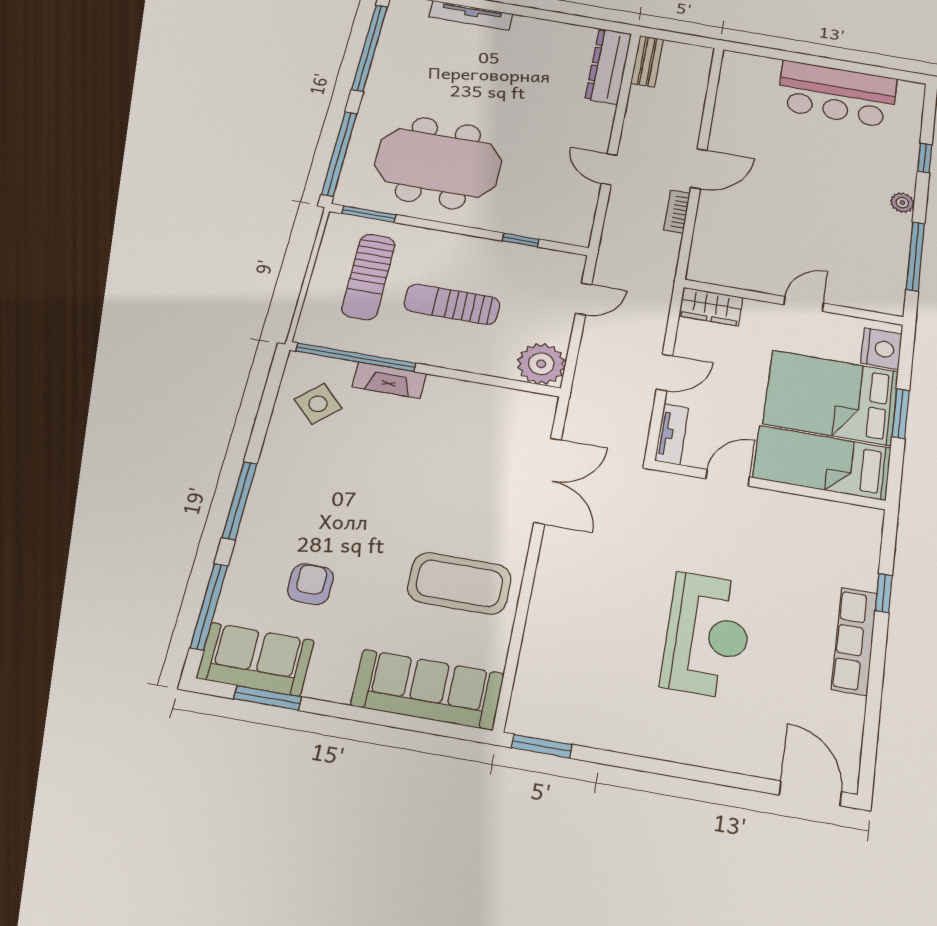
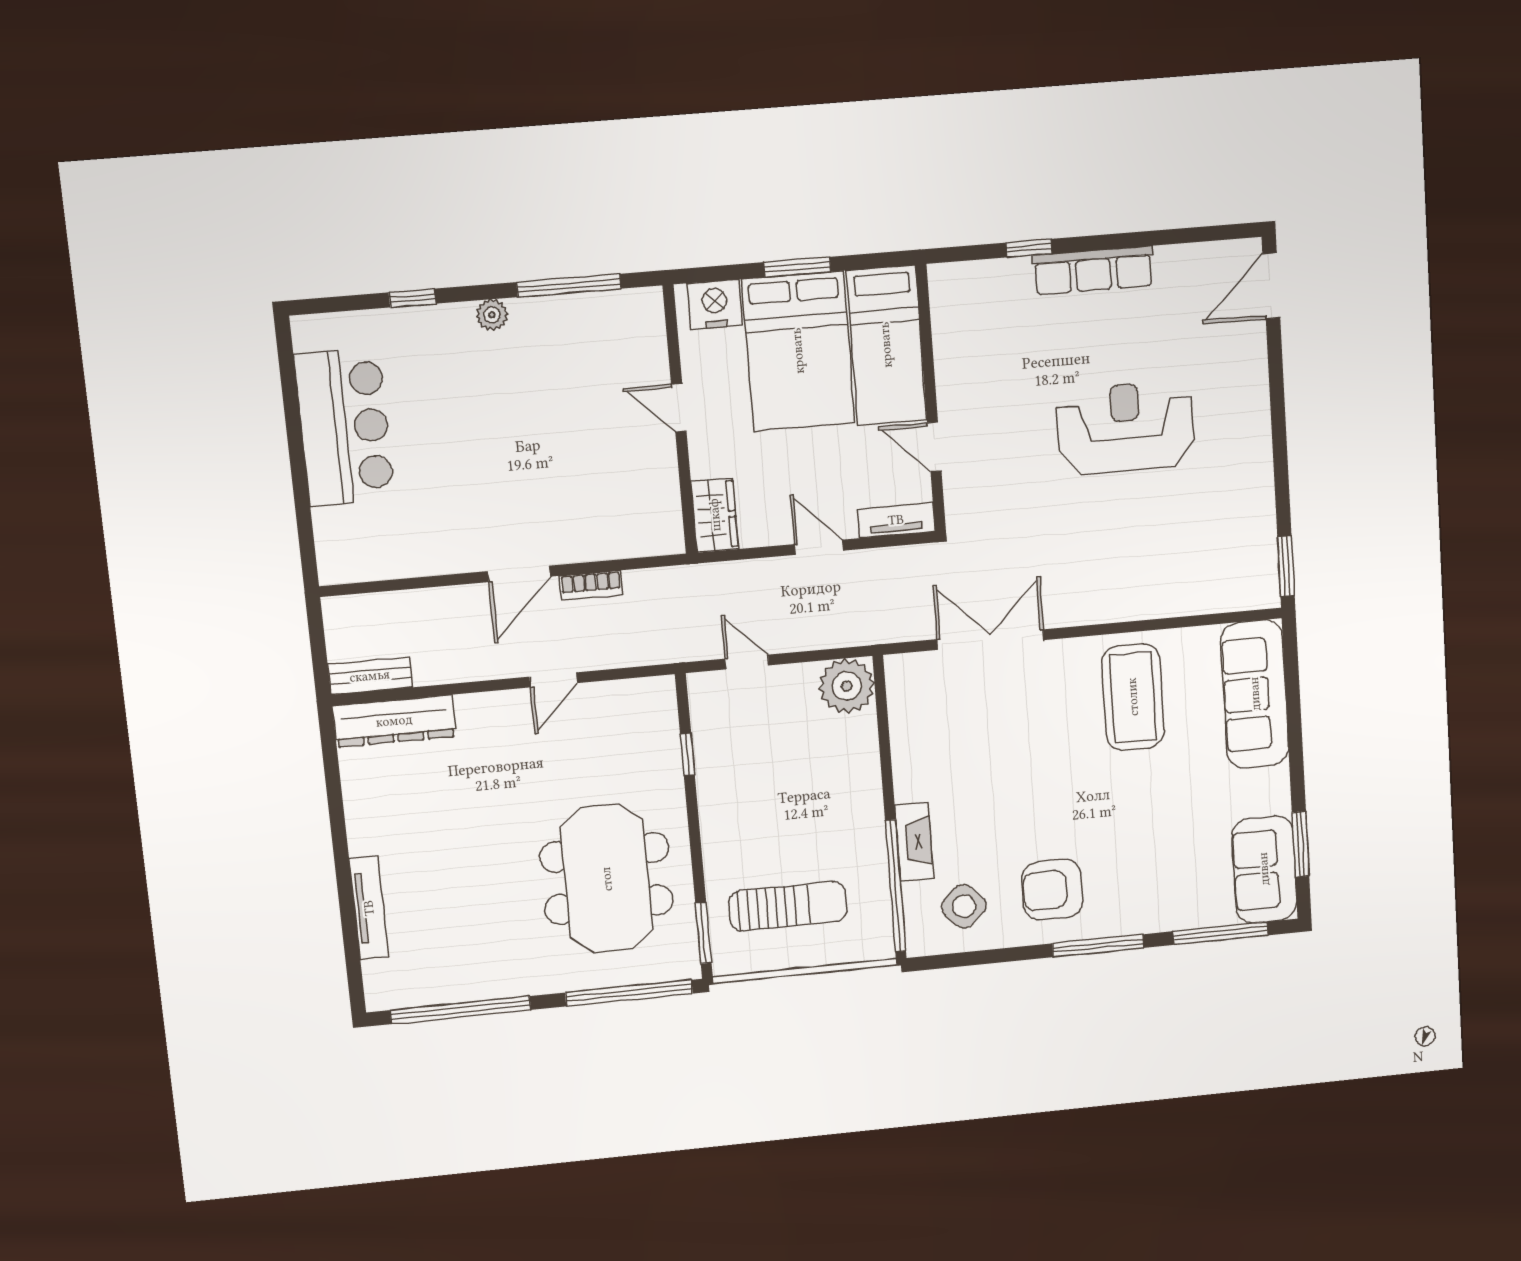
door: (699, 169) -> (519, 574), swing flipped
sun lounger: (452, 304) -> (797, 805), removed
armchair: (310, 584) -> (1052, 890), moved, width x1.38, depth x1.38

